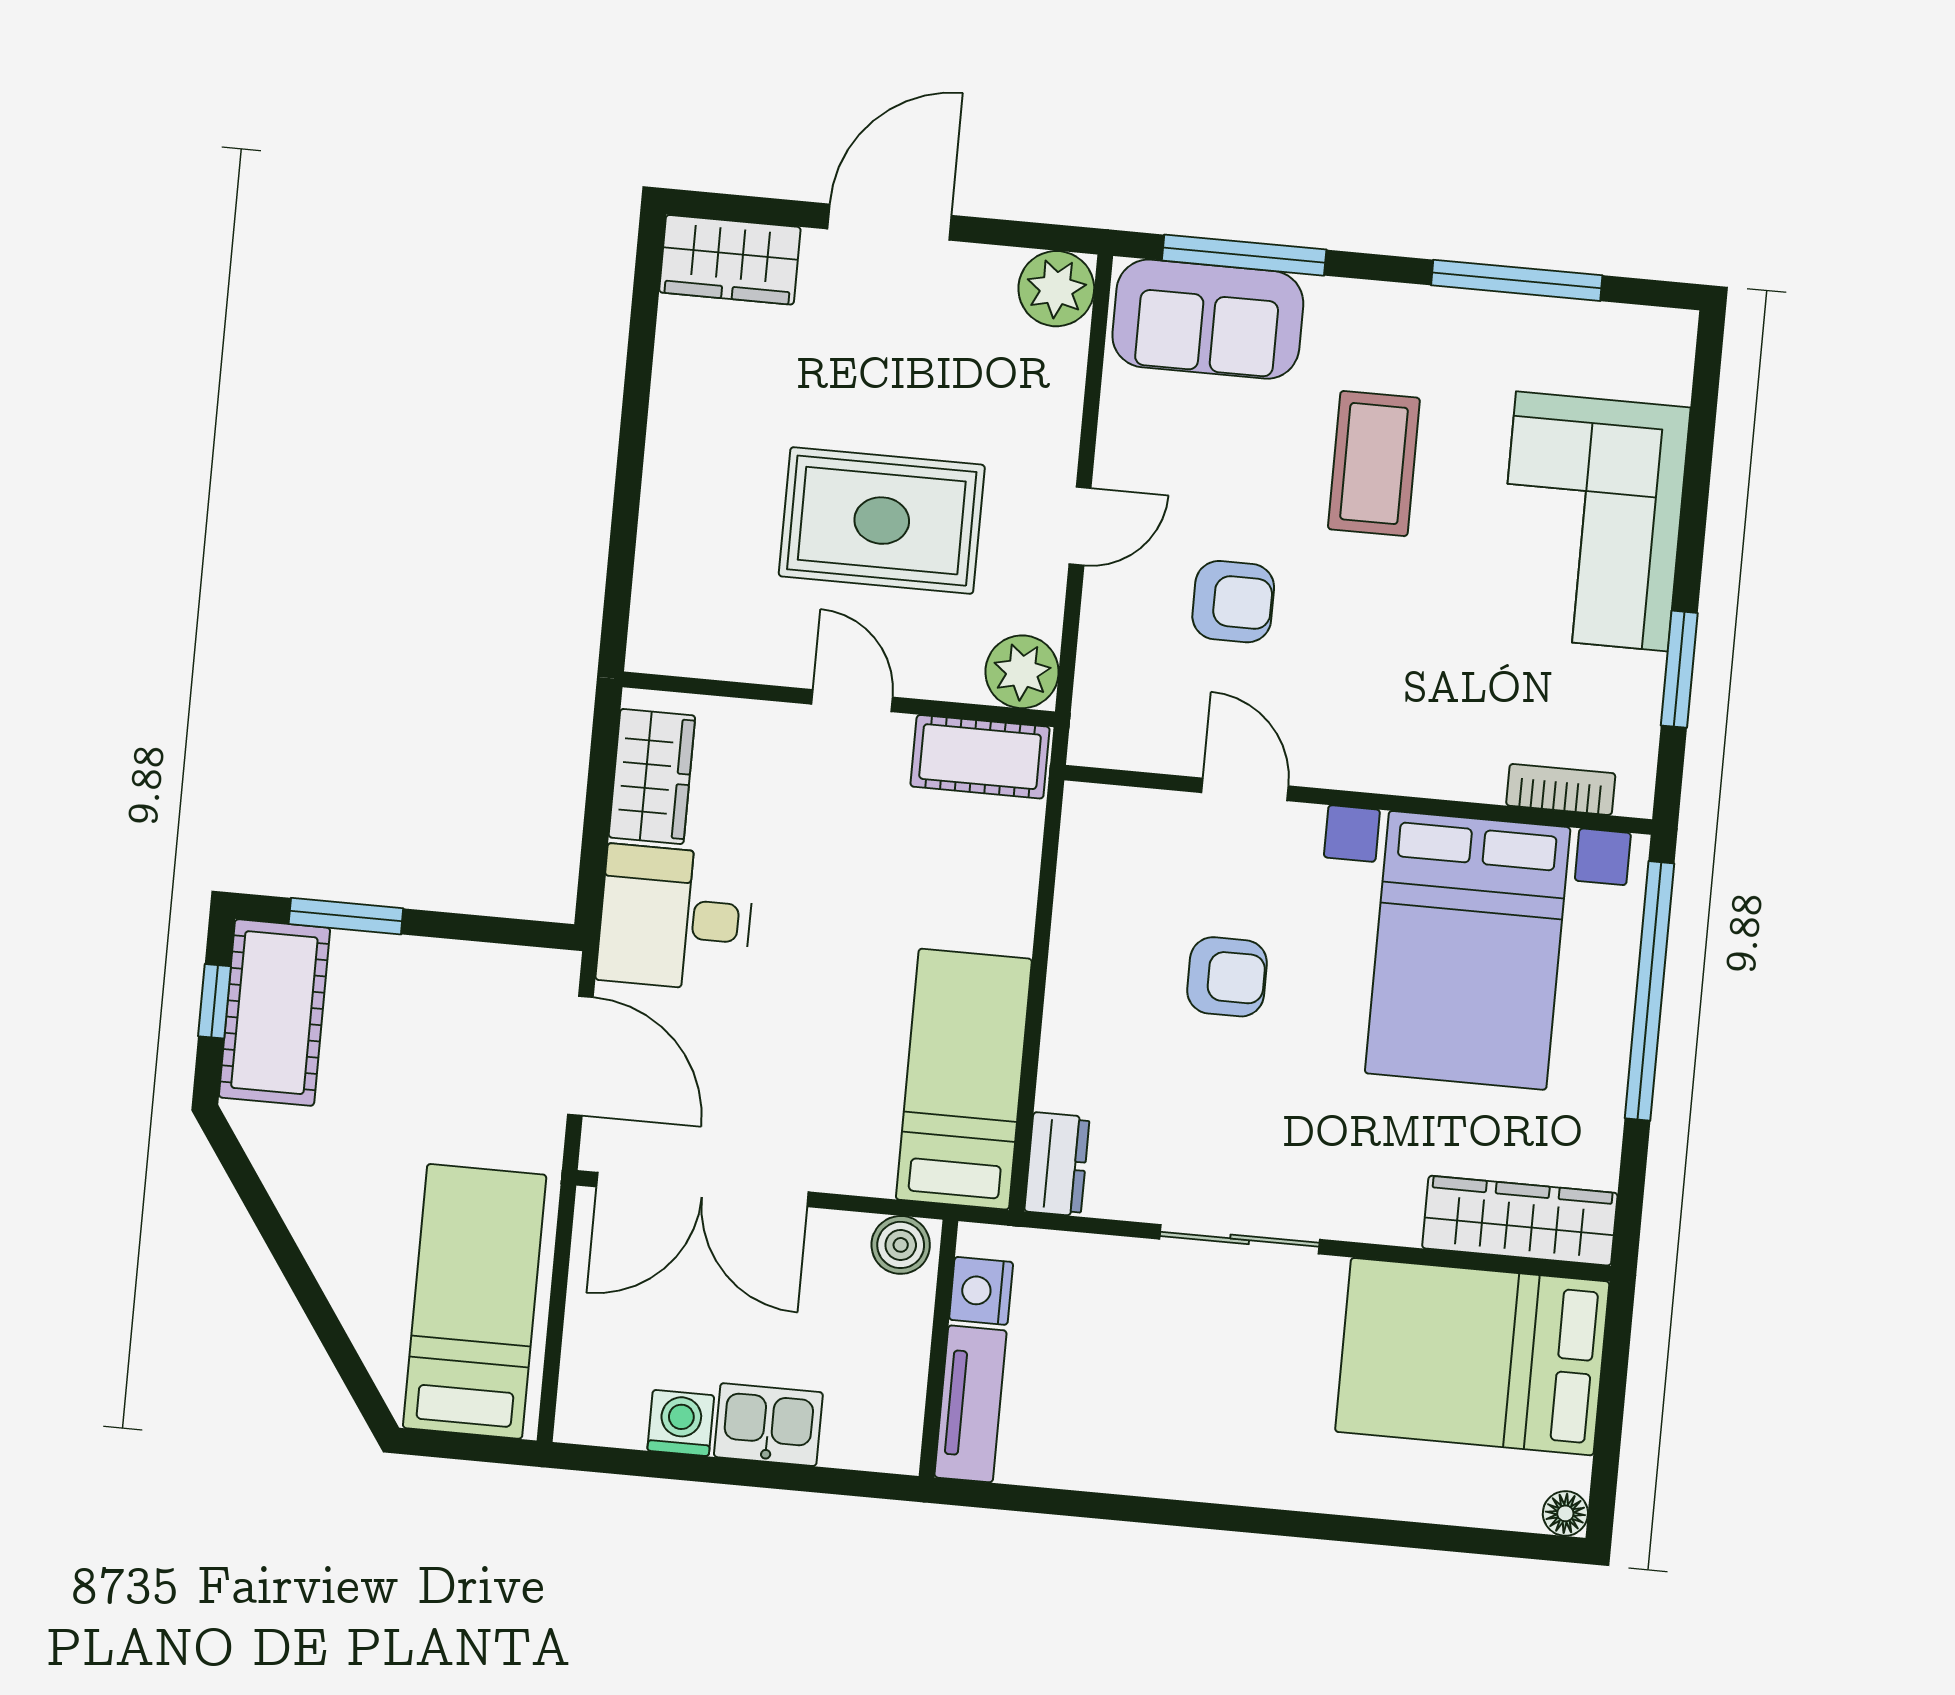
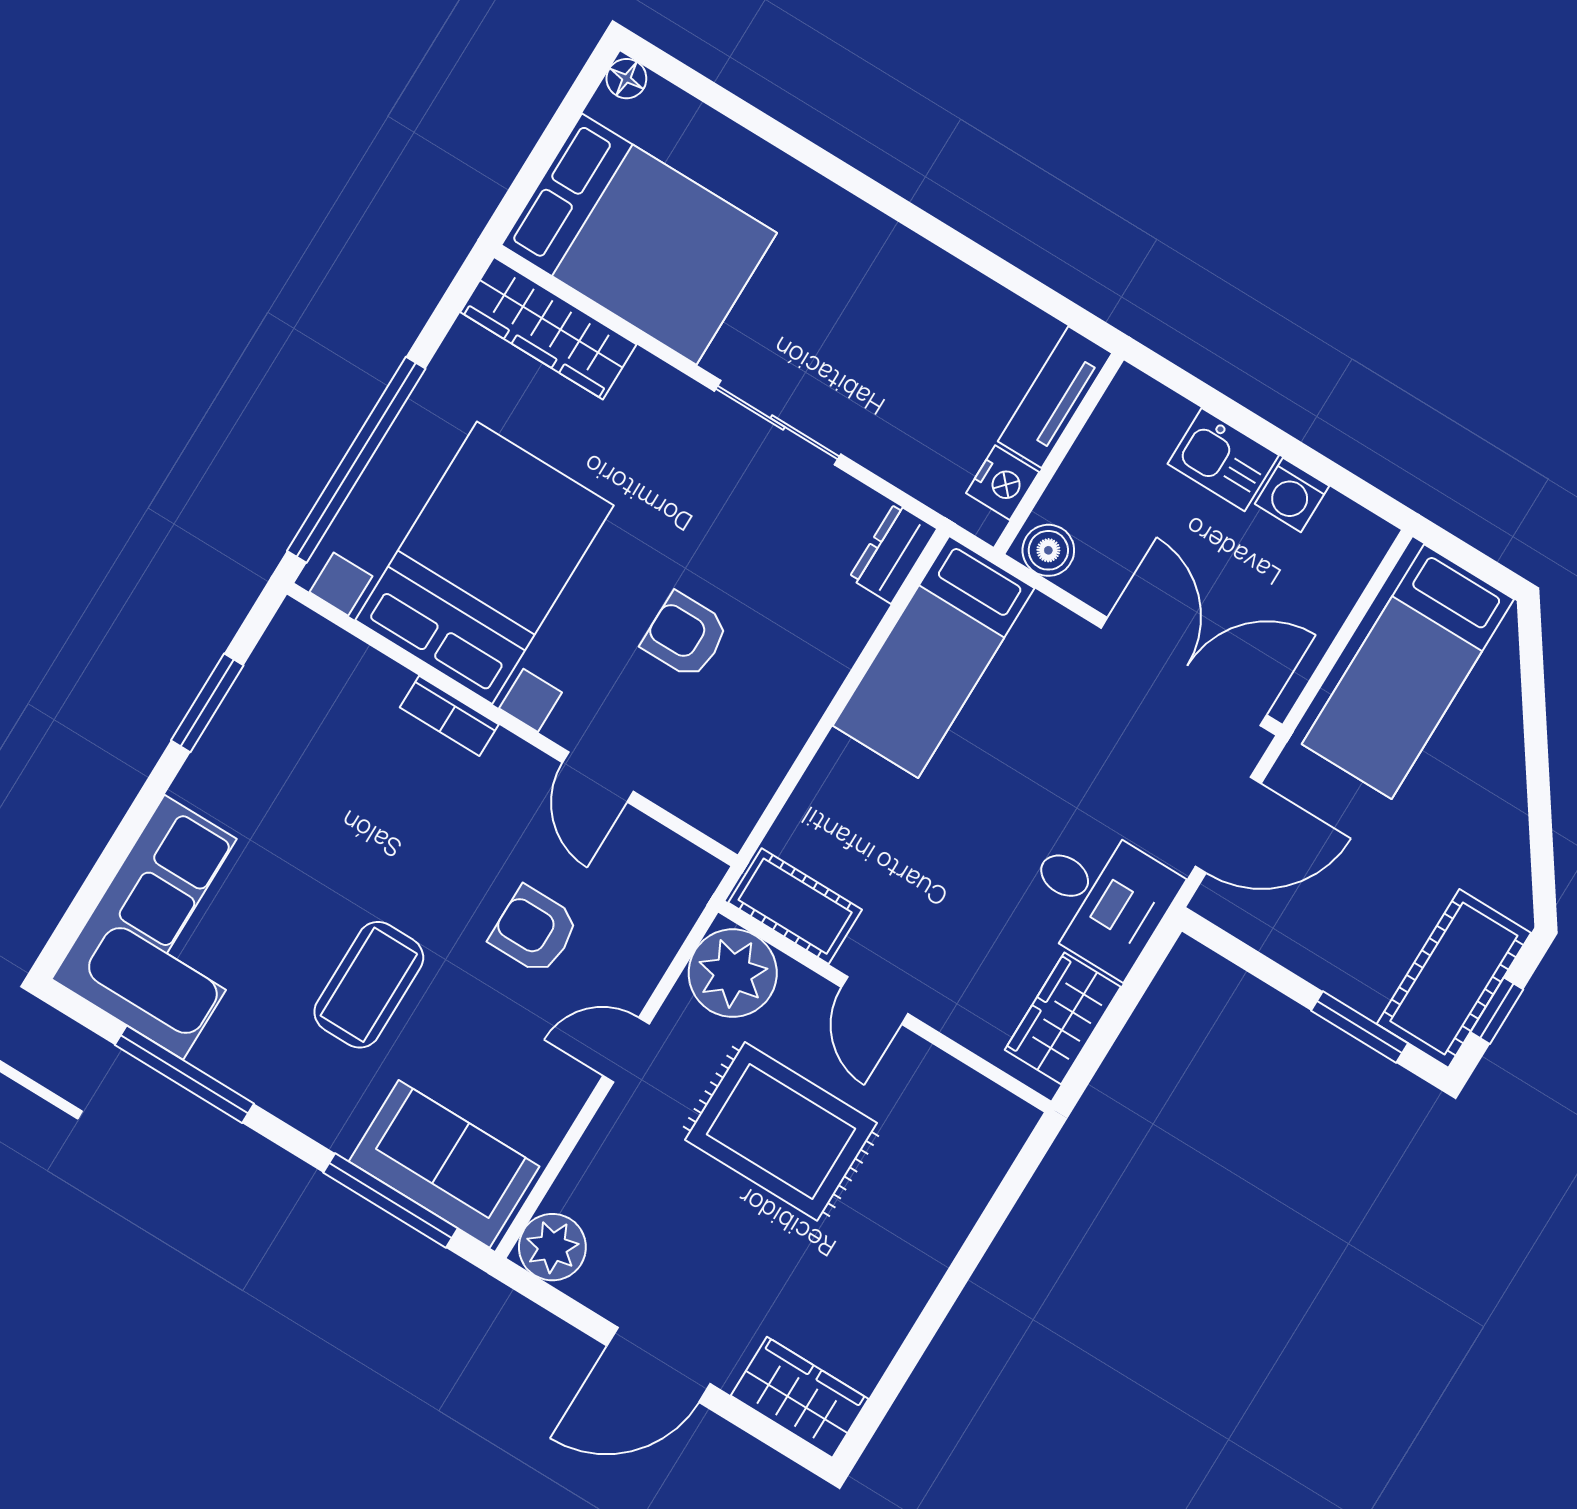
corner sofa: (1592, 521) -> (174, 927), moved
plant: (1022, 672) -> (733, 973), width x1.36, depth x1.36
bookcase: (1561, 789) -> (449, 716), moved
door: (580, 1056) -> (1228, 825), swing flipped

